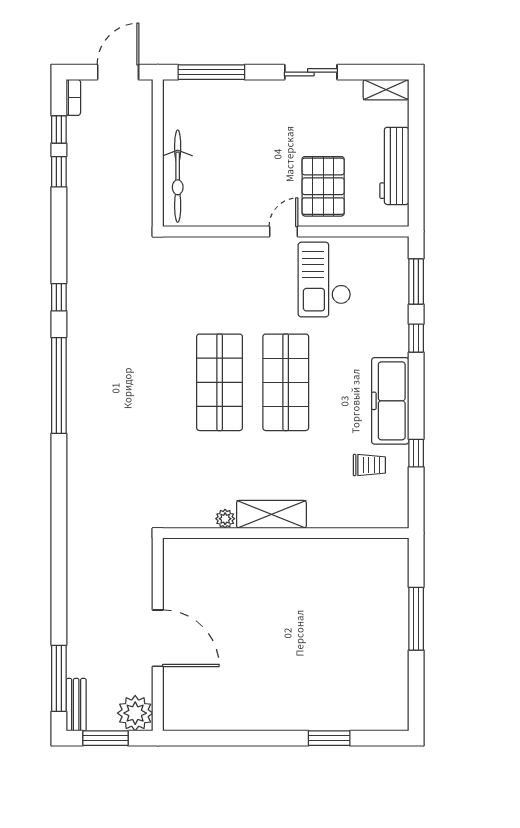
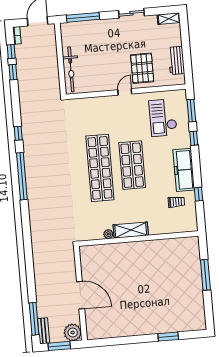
workbench: (394, 166) -> (176, 60), width x0.73
checkout: (324, 280) -> (163, 118), moved
shop shelf: (220, 382) -> (100, 168), width x1.40

